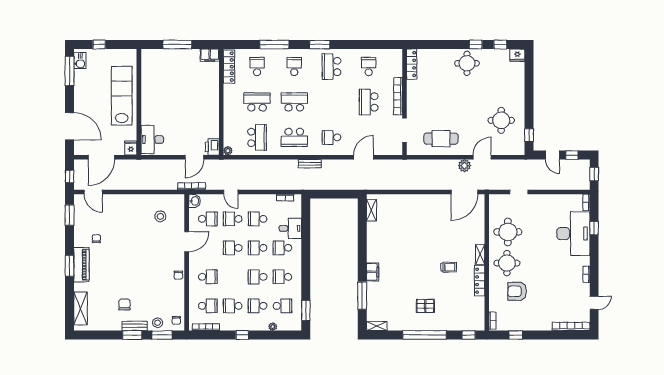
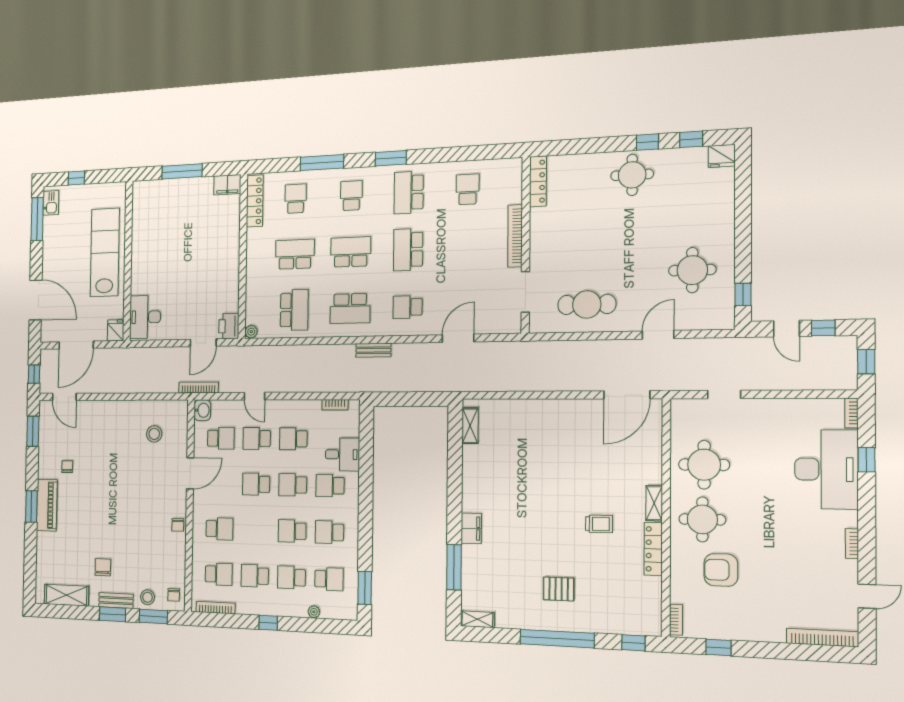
school desk: (369, 102) -> (408, 250), moved
plant: (464, 166) -> (627, 350), removed
shelving: (81, 308) -> (66, 595), moved, turned 90

